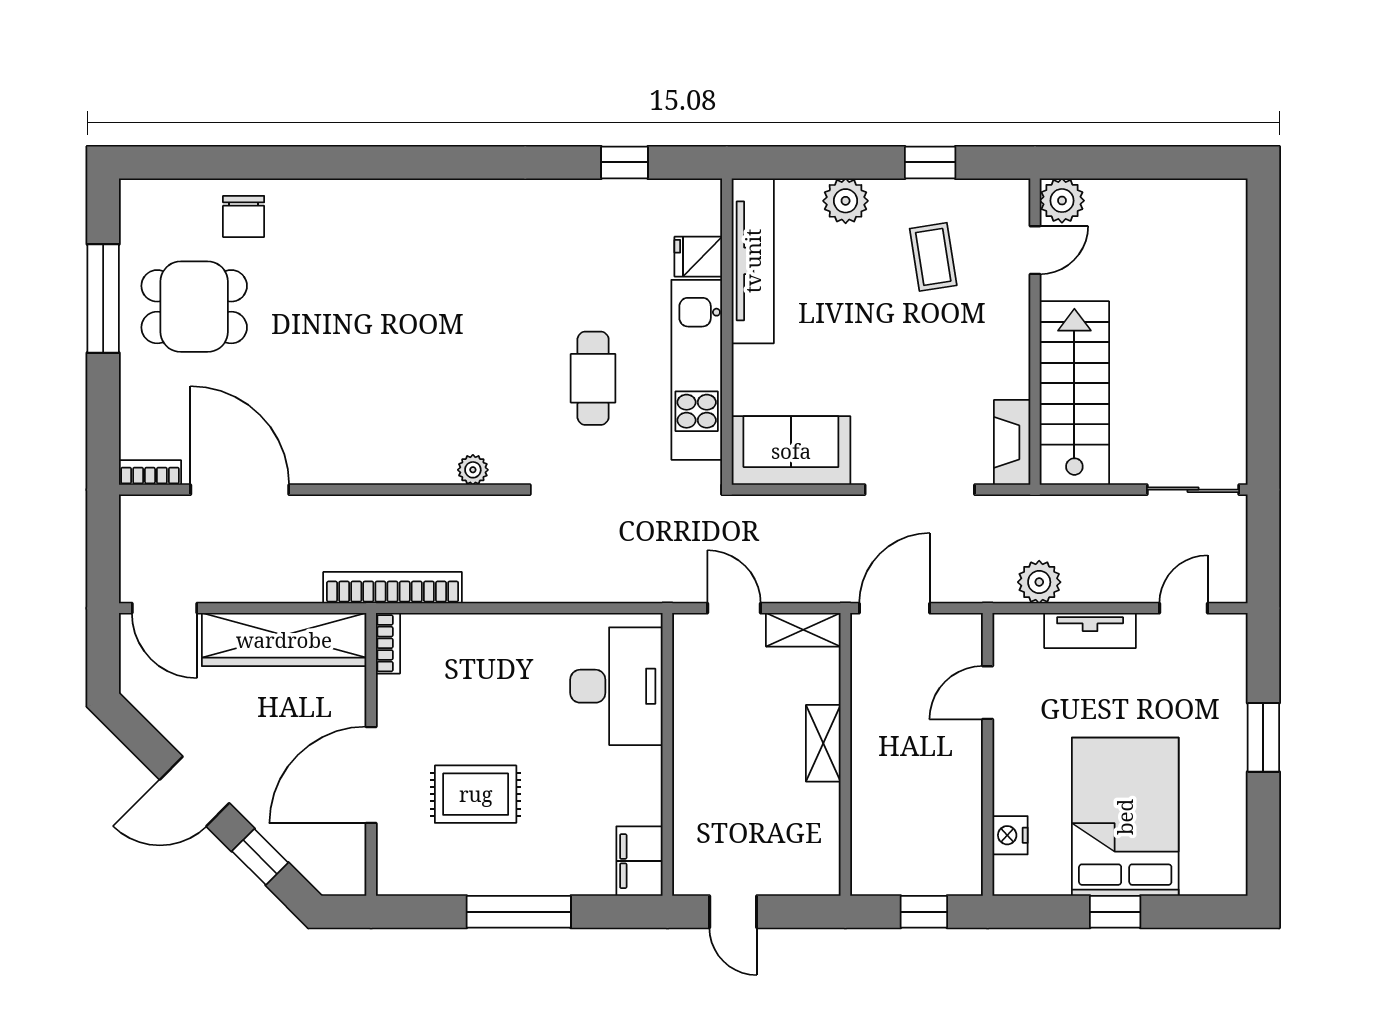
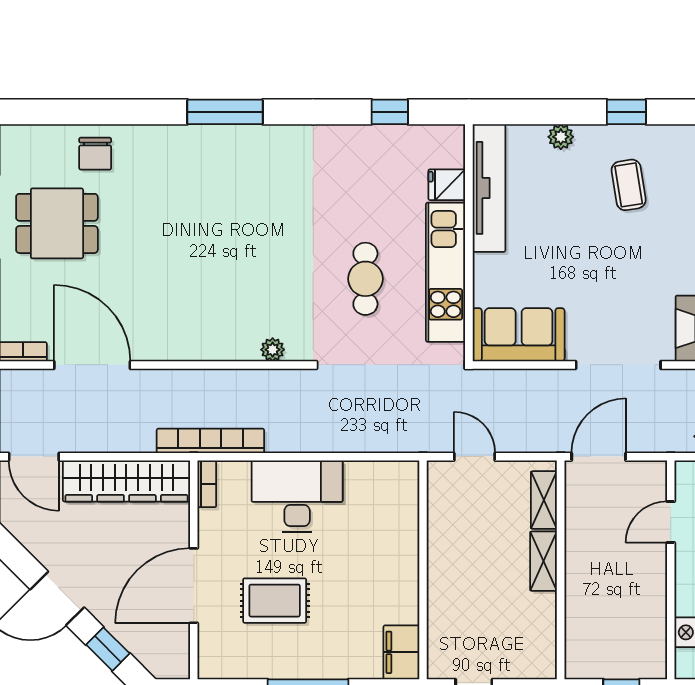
window: (412, 162) -> (225, 112), added
plant: (846, 201) -> (561, 137), width x0.73, depth x0.73
shelving: (803, 630) -> (544, 500), moved, turned 90
desk: (616, 686) -> (297, 496), moved, turned -90

